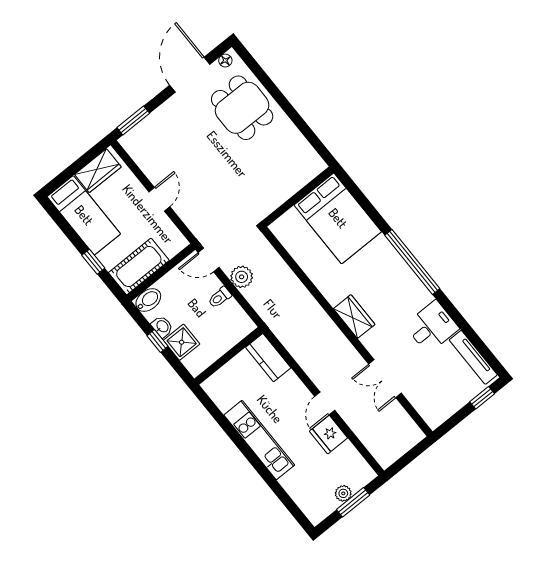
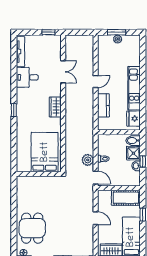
door: (159, 199) -> (96, 218), swing flipped
bed: (338, 218) -> (45, 152), moved
window: (412, 262) -> (14, 110), width x0.32
bidet: (148, 300) -> (133, 141), moved
kitchen counter: (268, 358) -> (103, 105), moved
window: (482, 398) -> (49, 32), moved
fridge: (328, 435) -> (134, 119), moved, turned 180

